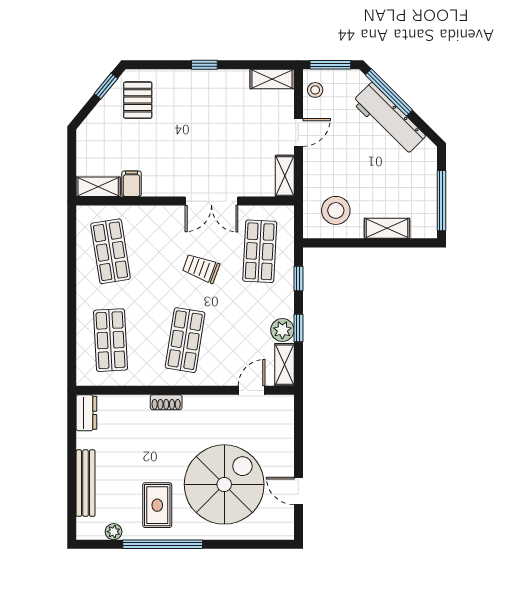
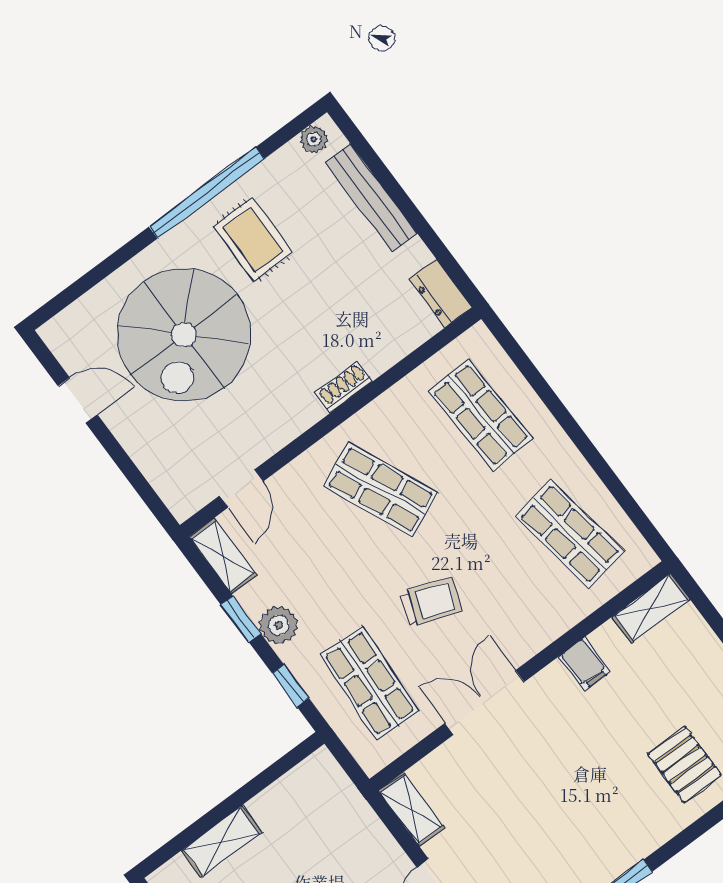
filing cabinet: (132, 184) -> (585, 664), moved
stool: (336, 210) -> (308, 814), removed
plant: (282, 330) -> (279, 625), moved
shop shelf: (185, 340) -> (381, 489), turned -33
plant: (114, 532) -> (314, 139), moved

